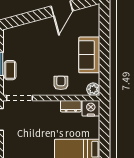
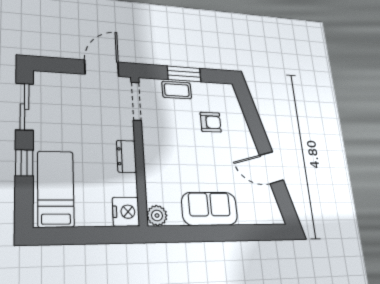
armchair: (61, 83) -> (211, 122), moved
dresser: (71, 106) -> (126, 156), moved

